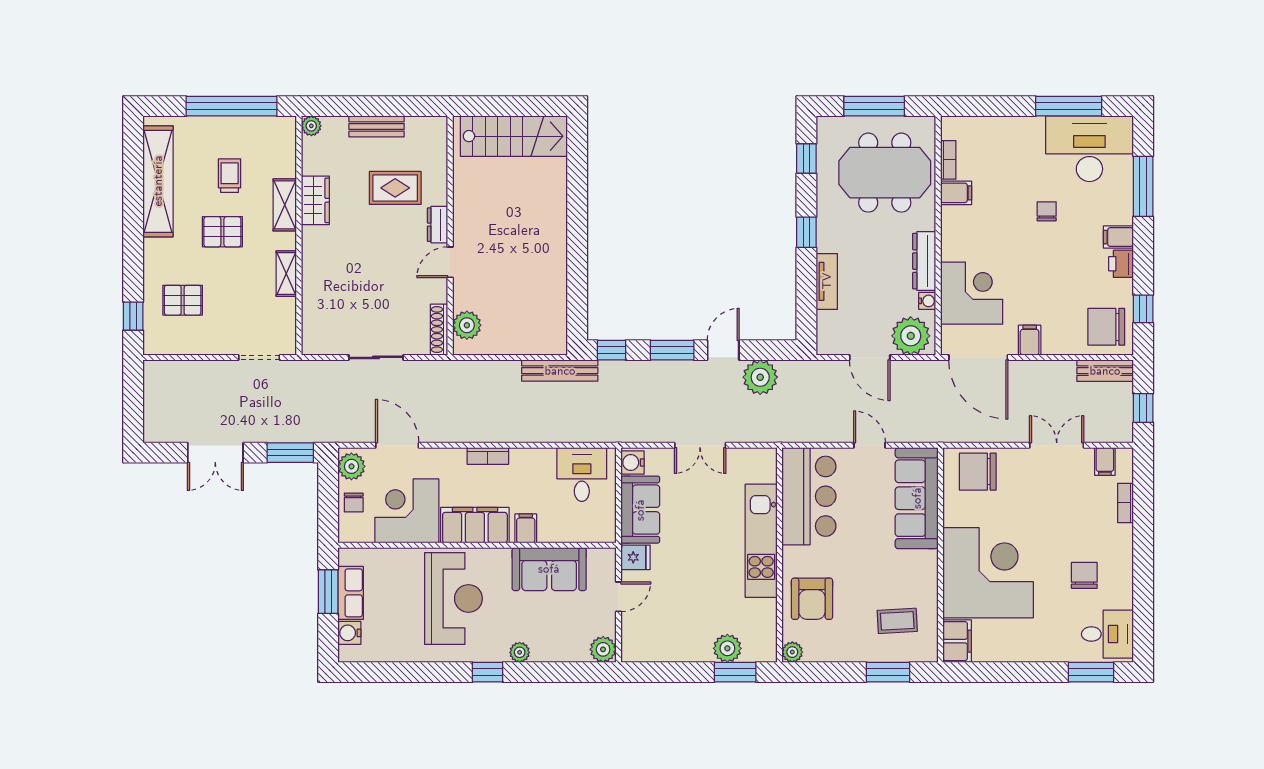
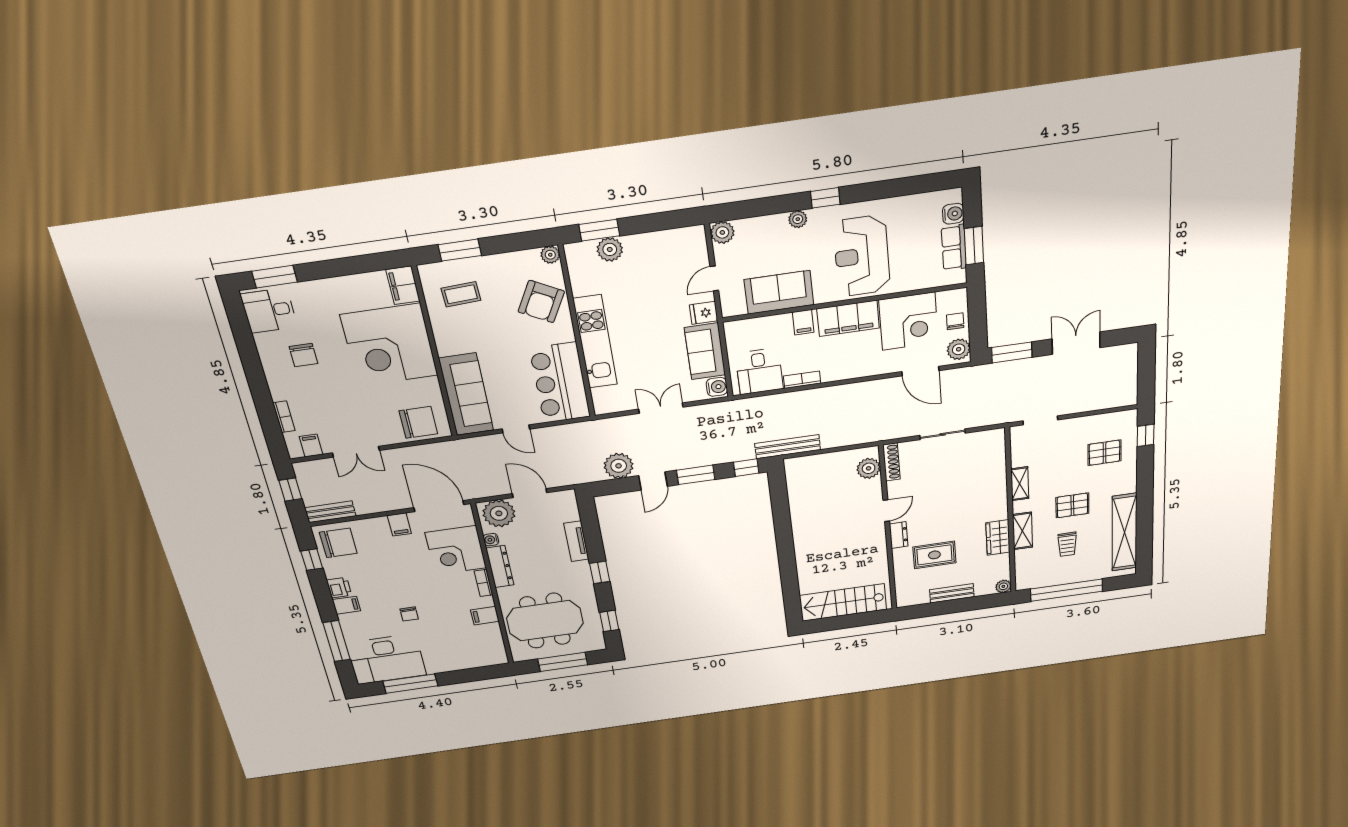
bookcase: (948, 160) -> (484, 583), moved
bookcase: (488, 456) -> (802, 380), moved
armchair: (812, 599) -> (541, 302), turned -152

